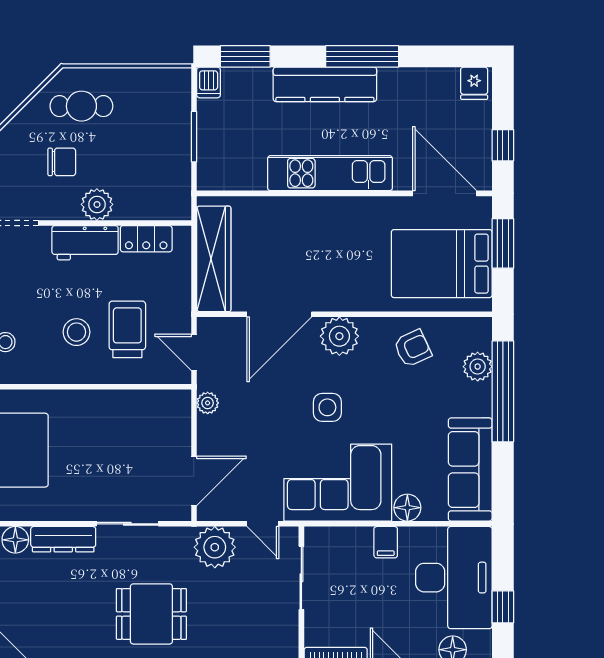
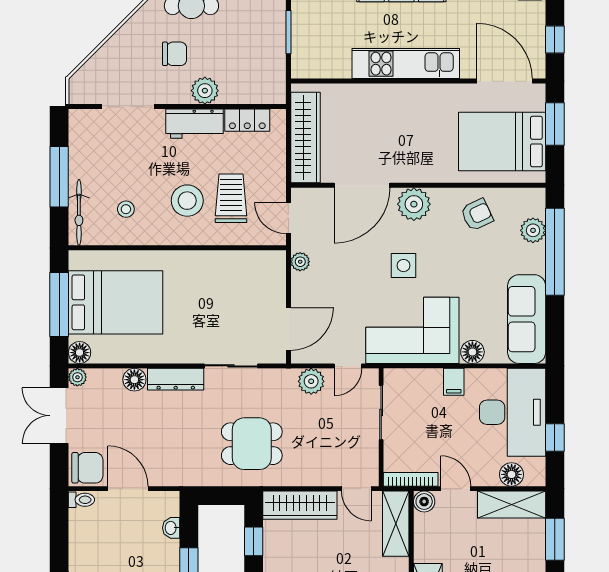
stool: (77, 332) -> (187, 201), width x1.38, depth x1.38
door: (263, 524) -> (348, 366), hinge flipped
plant: (215, 547) -> (311, 381), width x0.73, depth x0.73

